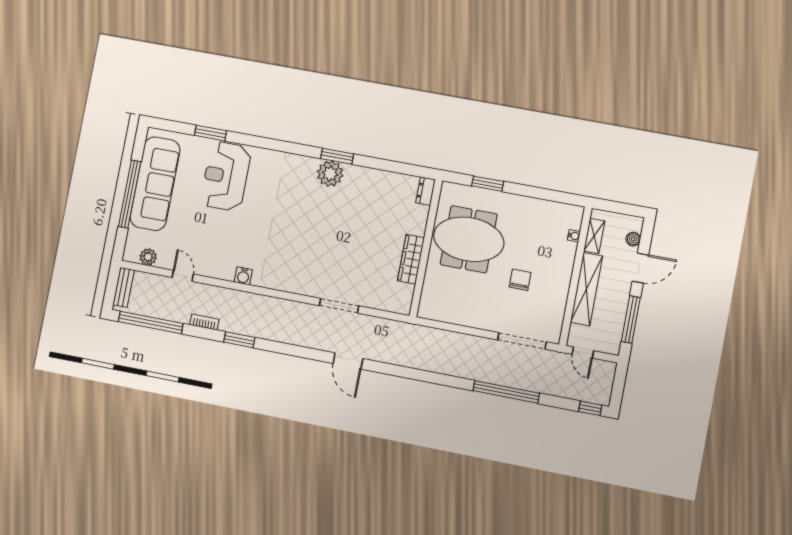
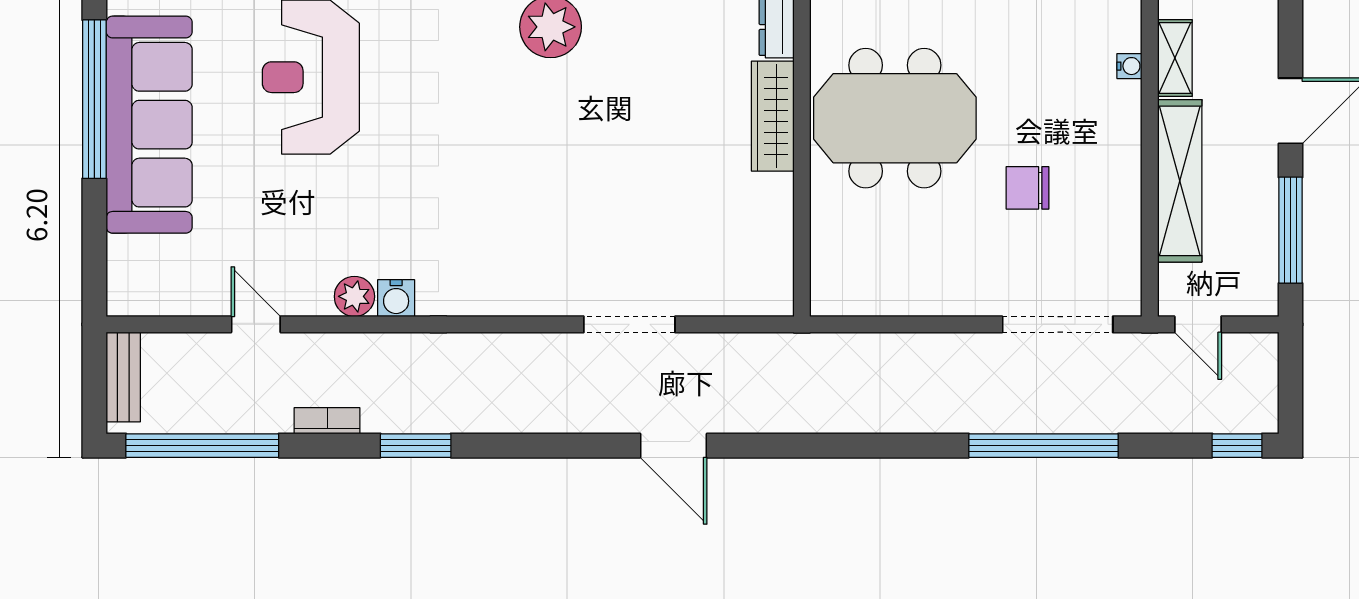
window: (130, 194) -> (94, 99), moved
boiler: (633, 239) -> (1263, 49), removed
plant: (148, 257) -> (354, 296), moved
wardrobe: (411, 259) -> (773, 116), moved
chair: (520, 280) -> (1027, 188), turned -90

